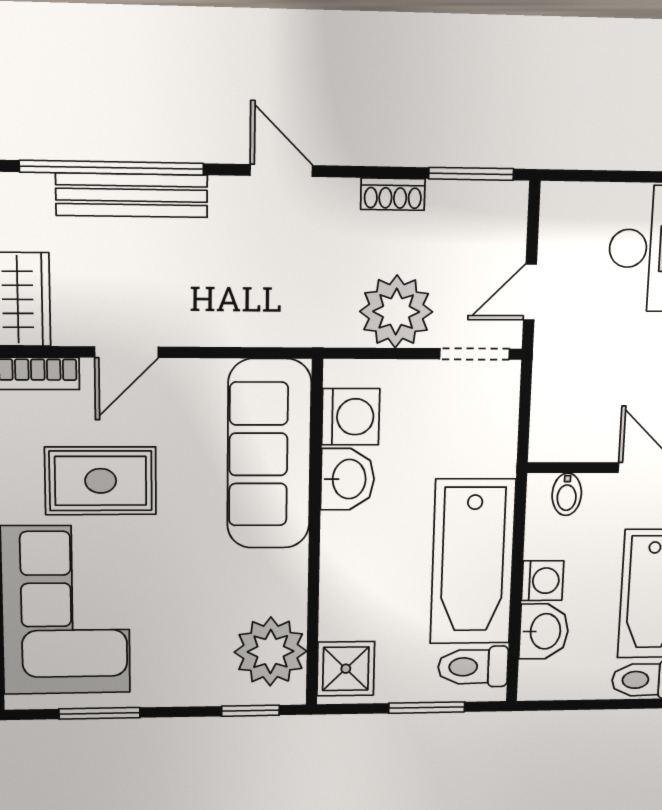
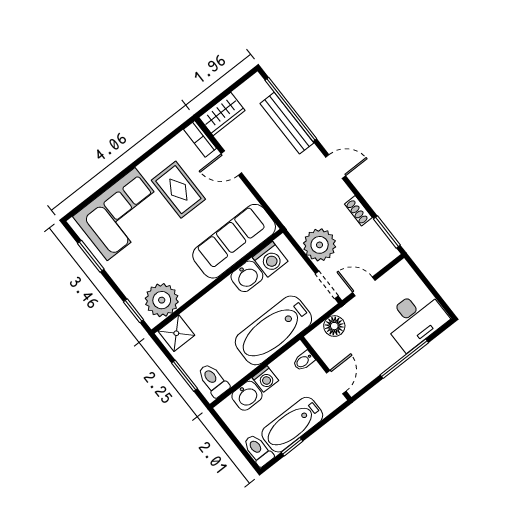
door: (281, 171) -> (336, 167), hinge flipped
floor lamp: (553, 397) -> (334, 326), added
bathtub: (473, 562) -> (273, 330), moved

